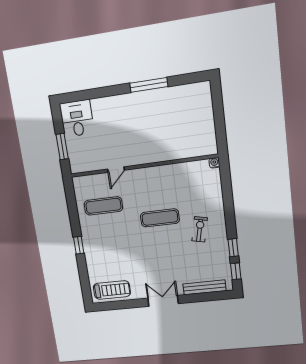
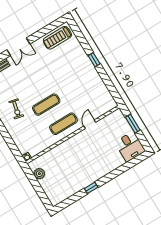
window: (149, 85) -> (91, 188), width x0.46
plant: (208, 134) -> (39, 174), added
exercise mat: (103, 206) -> (64, 124), moved

